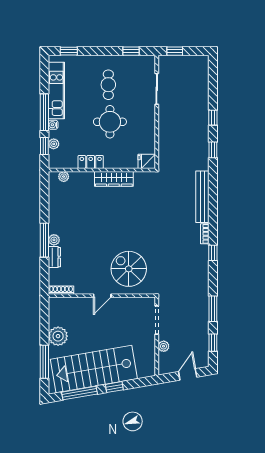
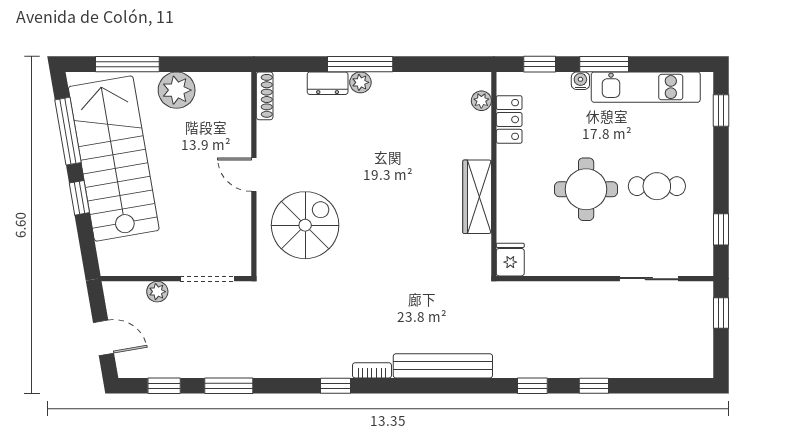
window: (44, 112) -> (604, 64), width x0.69
plant: (54, 144) -> (544, 82), removed
locker: (91, 162) -> (509, 119), moved

